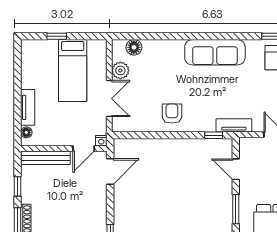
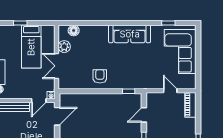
double door: (109, 99) -> (57, 66), swing flipped
tv unit: (234, 125) -> (143, 84), removed
door: (236, 169) -> (144, 115), hinge flipped

